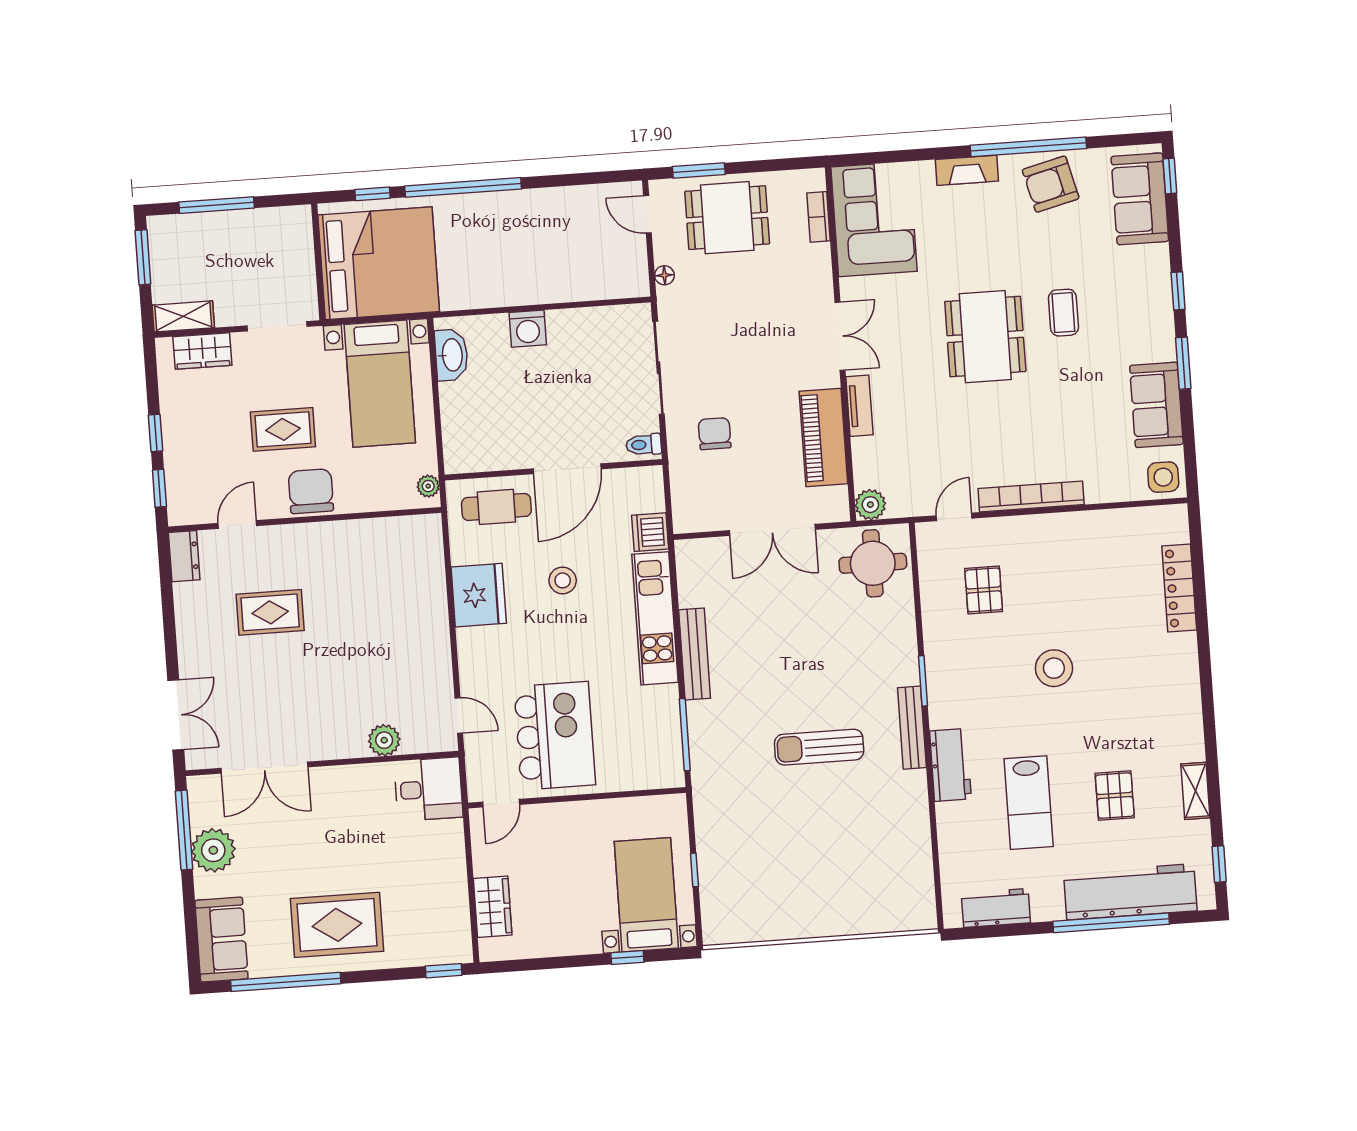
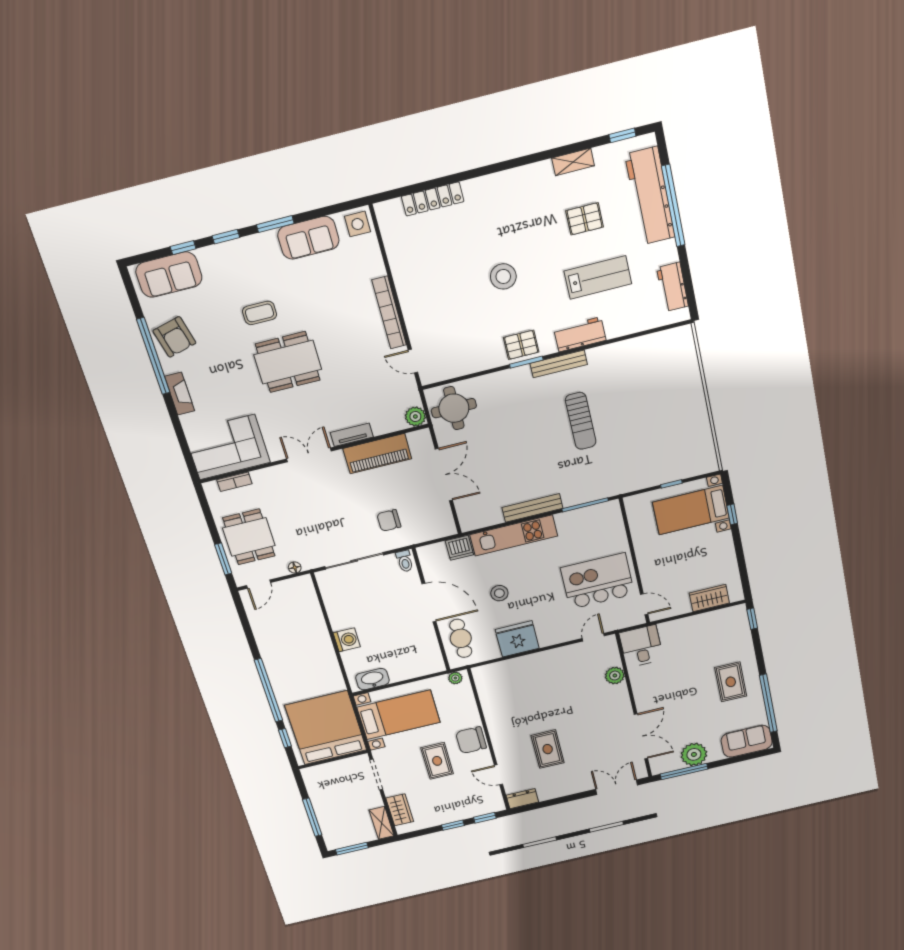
window: (1170, 176) -> (183, 248), moved
pallet: (984, 590) -> (521, 345), moved
rug: (337, 925) -> (731, 682), width x0.73, depth x0.70

